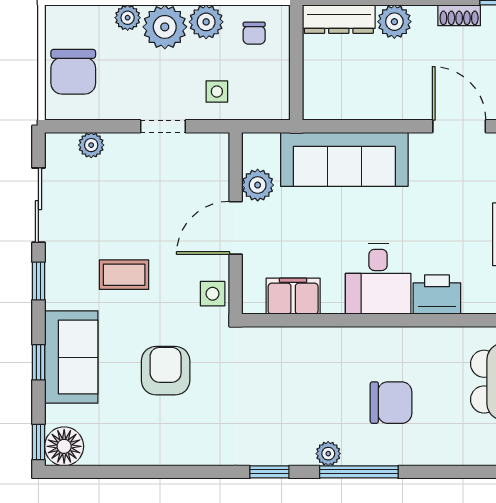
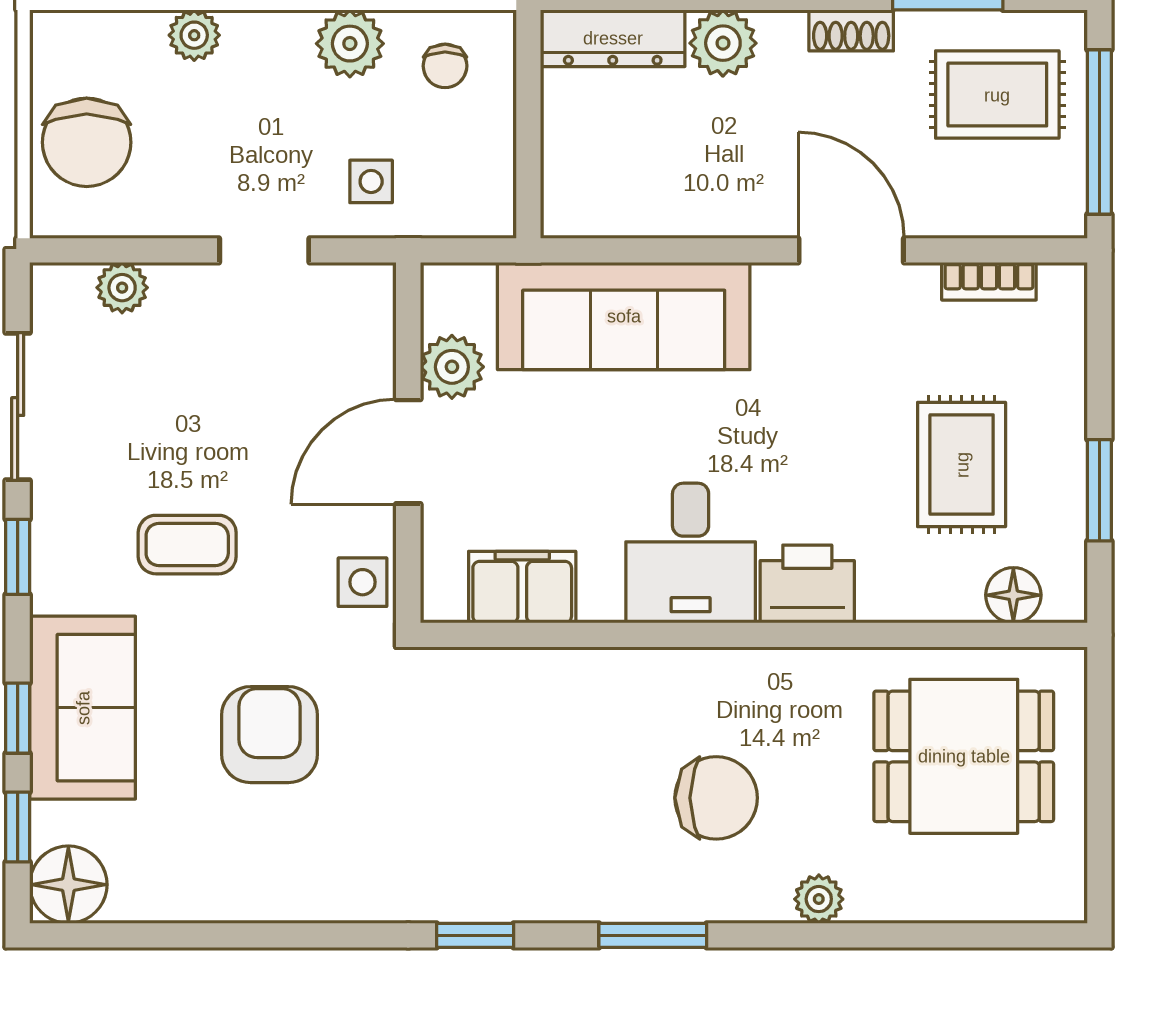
plant: (165, 27) -> (268, 54), removed
window: (38, 442) -> (18, 827), moved
plant: (328, 454) -> (819, 899), moved
window: (359, 472) -> (653, 935), width x0.69

